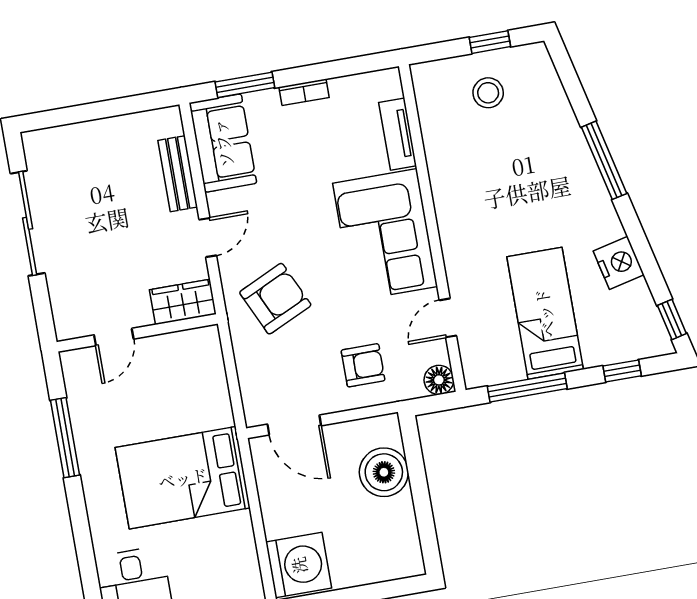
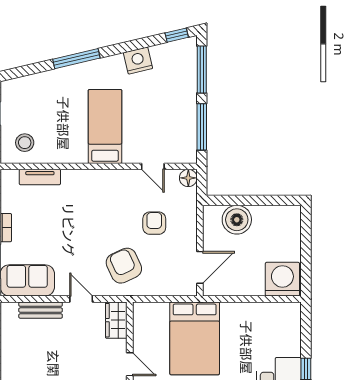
stool: (488, 93) -> (25, 143), moved
corner sofa: (385, 235) -> (98, 195), removed
bed: (545, 313) -> (105, 126), moved, turned 90
armchair: (363, 365) -> (154, 223), moved
window: (622, 371) -> (202, 70), width x2.17
bed: (183, 478) -> (195, 338), moved

